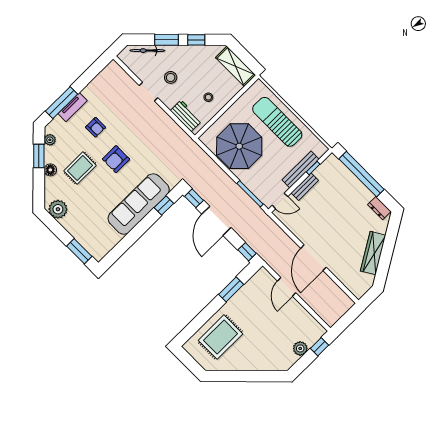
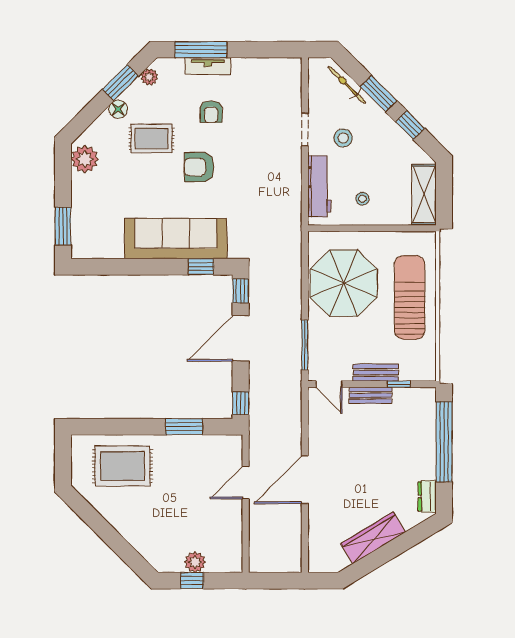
workbench: (186, 116) -> (319, 186), width x1.38
bench: (300, 170) -> (376, 373), width x0.73
window: (319, 347) -> (192, 581), moved

